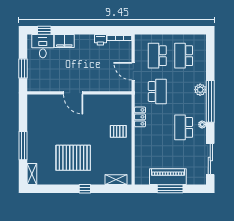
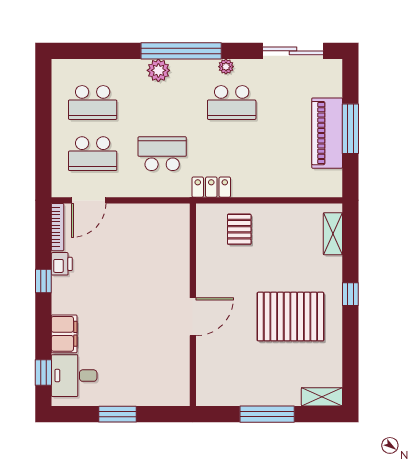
window: (92, 30) -> (43, 281), added
door: (133, 71) -> (89, 200), moved
door: (73, 93) -> (193, 317), moved
wall: (79, 93) -> (193, 305), moved
pallet: (73, 158) -> (290, 317), turned 90

